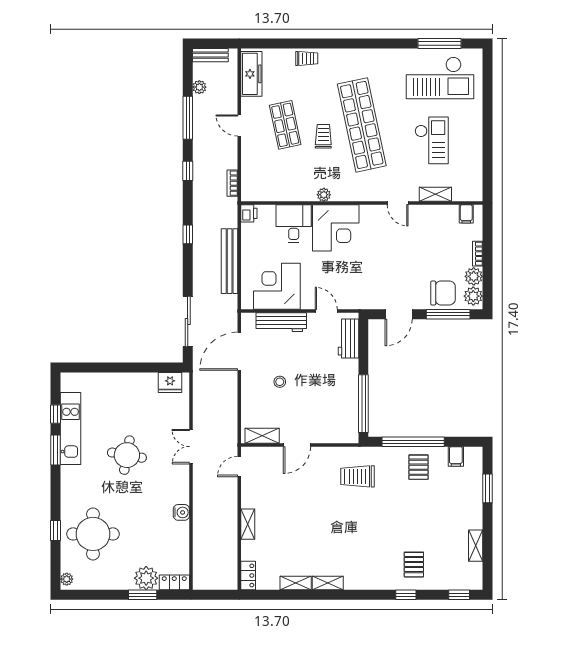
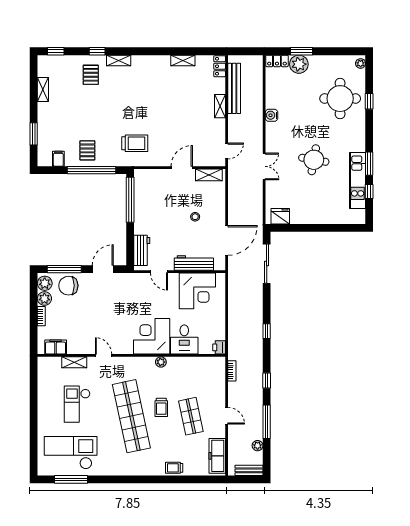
filing cabinet: (466, 214) -> (56, 347), width x2.00
bench: (230, 261) -> (234, 88), moved
shelving: (328, 583) -> (119, 60), moved

